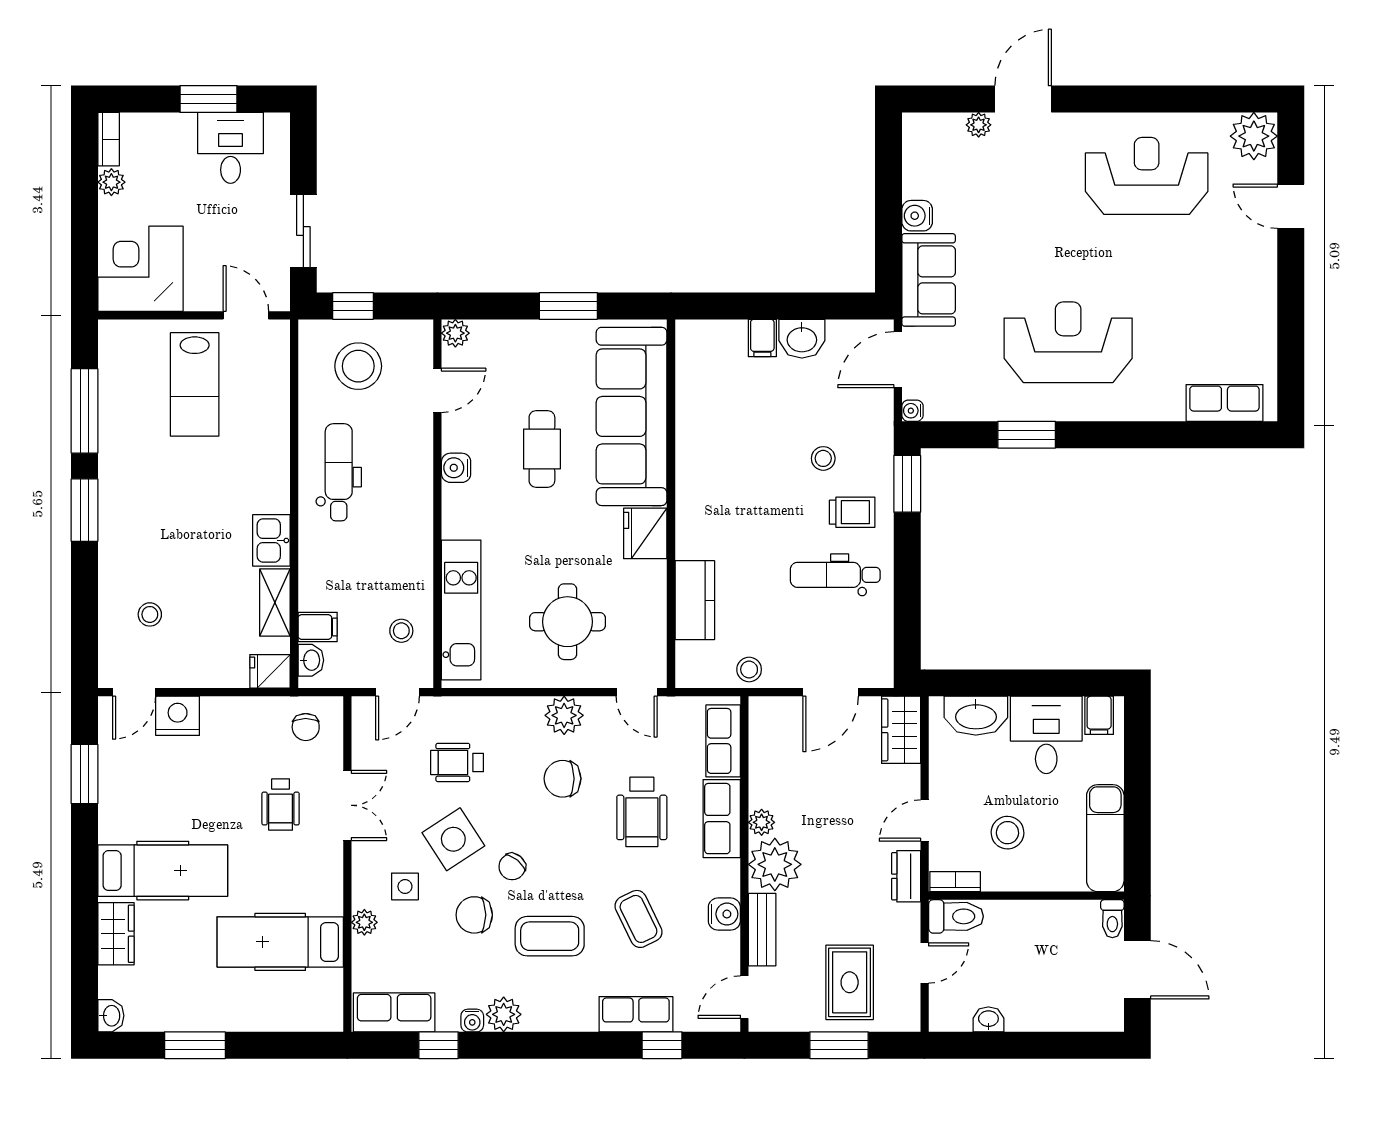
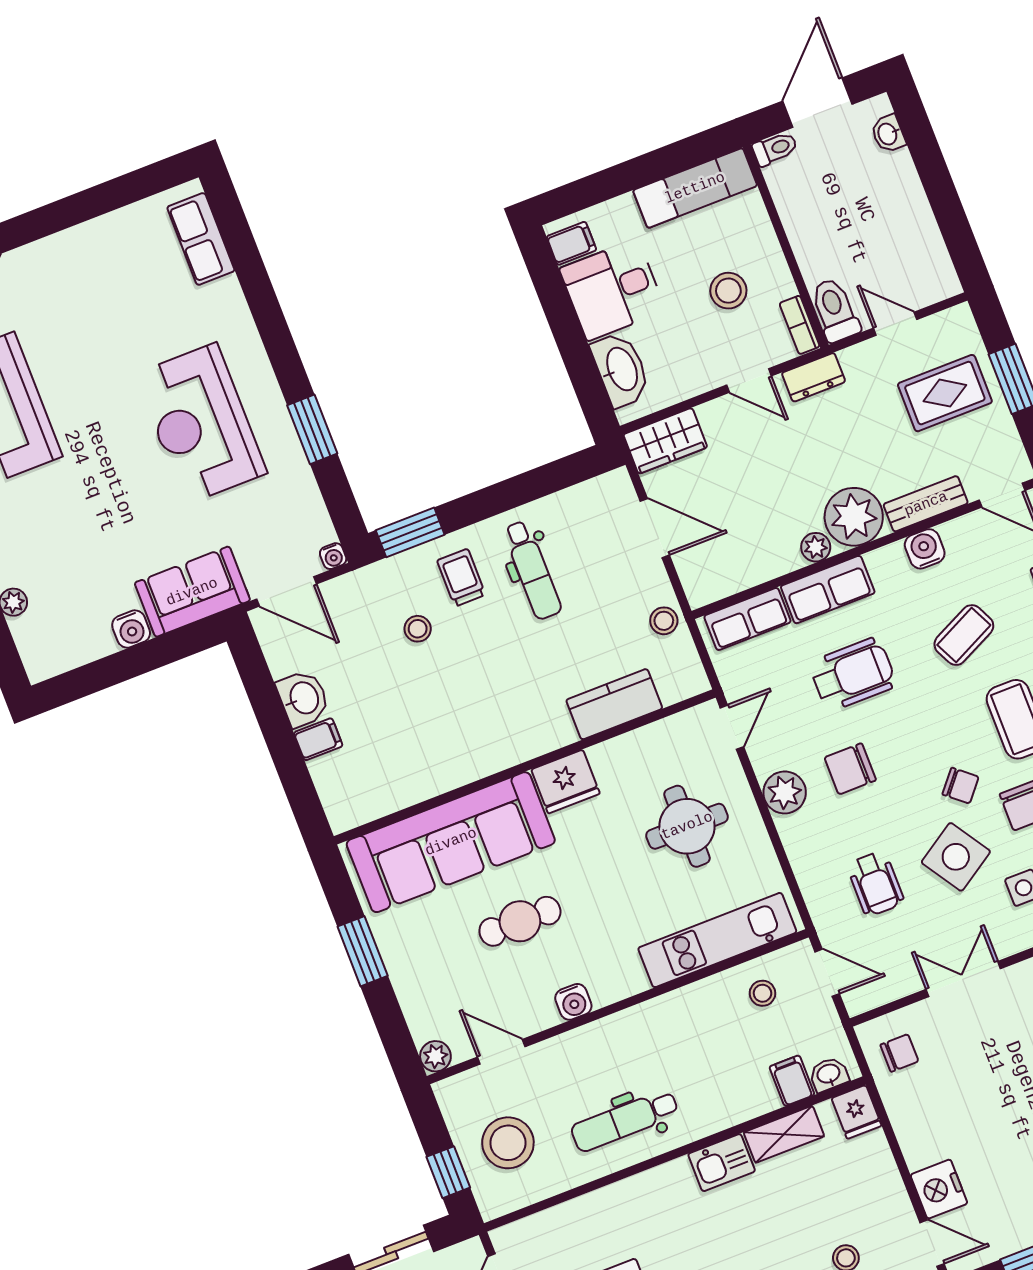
chair: (563, 779) -> (850, 769), turned 90
wheelchair: (281, 804) -> (989, 1048), removed
washbasin: (988, 1019) -> (888, 134), moved

